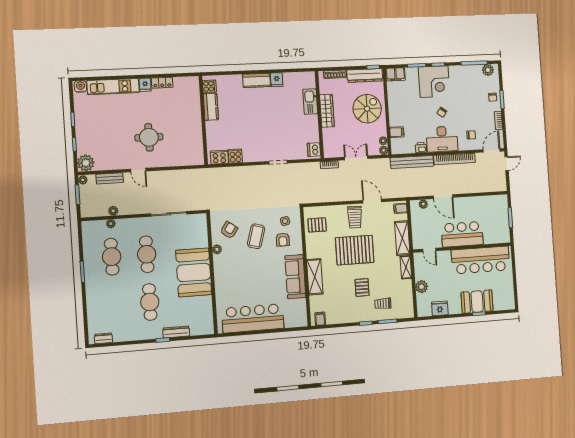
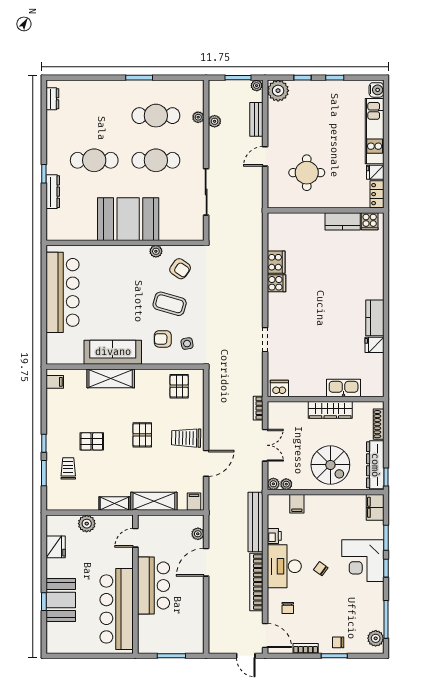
cooker: (209, 86) -> (370, 221), moved
kitchen counter: (211, 107) -> (343, 221), moved
wall: (203, 120) -> (326, 210), moved
pallet: (355, 250) -> (142, 435), width x0.49, depth x0.50

